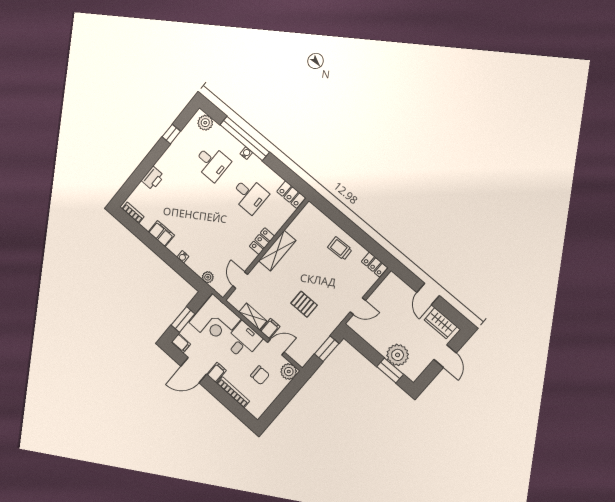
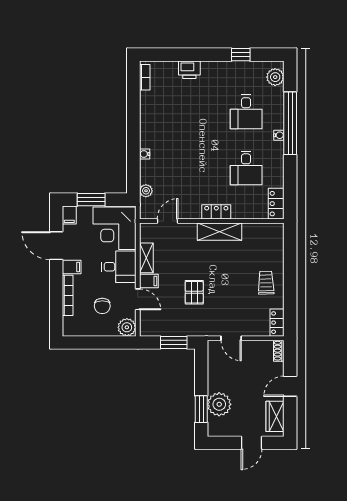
filing cabinet: (161, 234) -> (148, 118), removed
shoe rack: (396, 280) -> (279, 351), added

